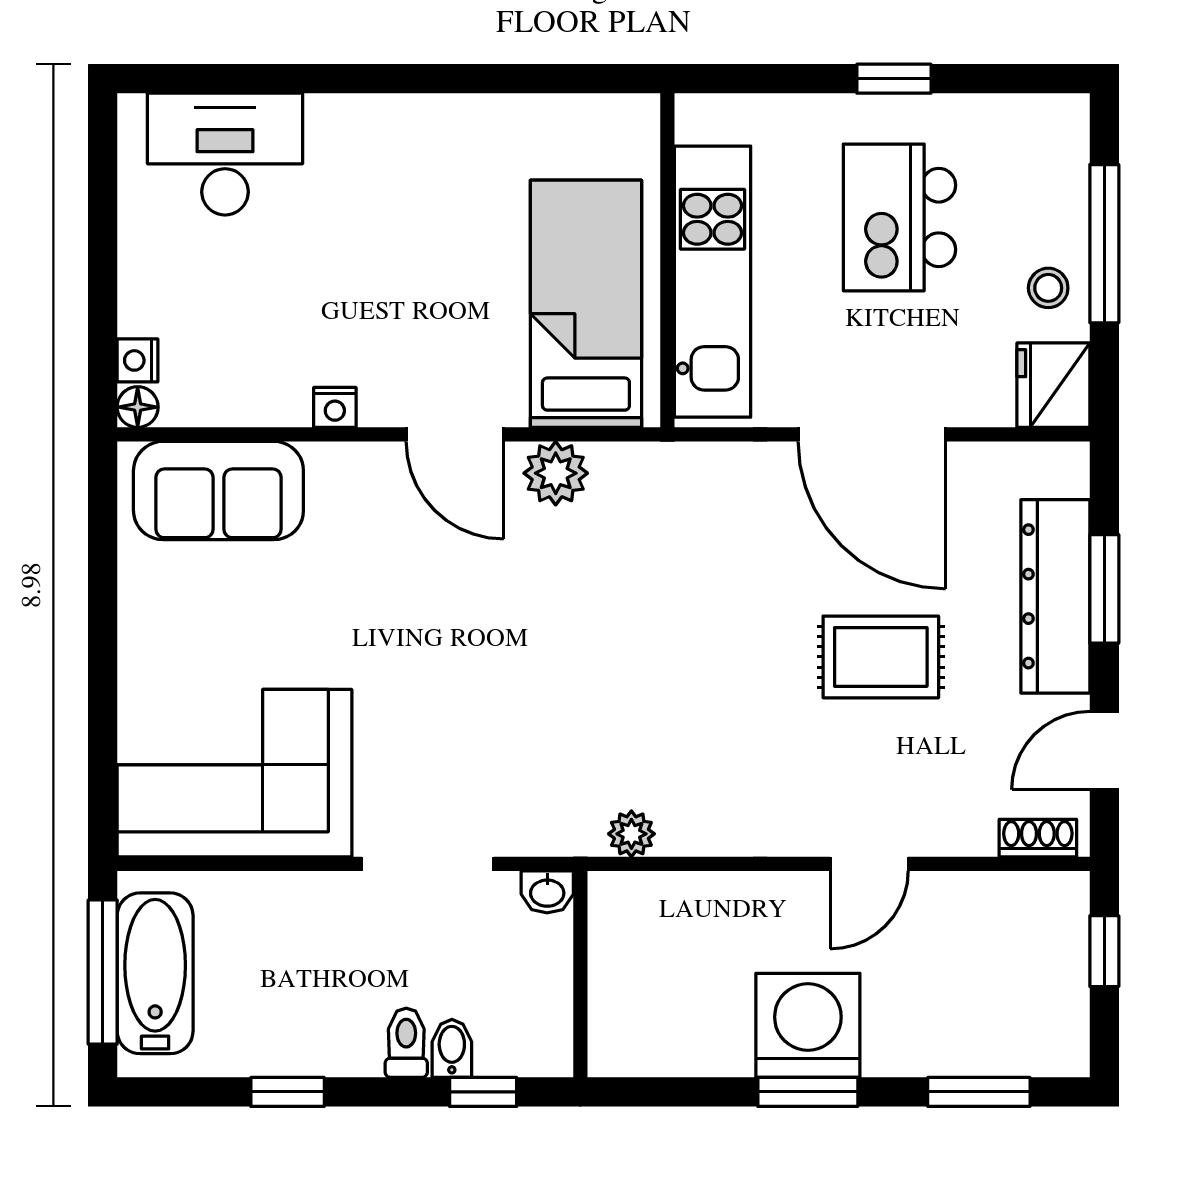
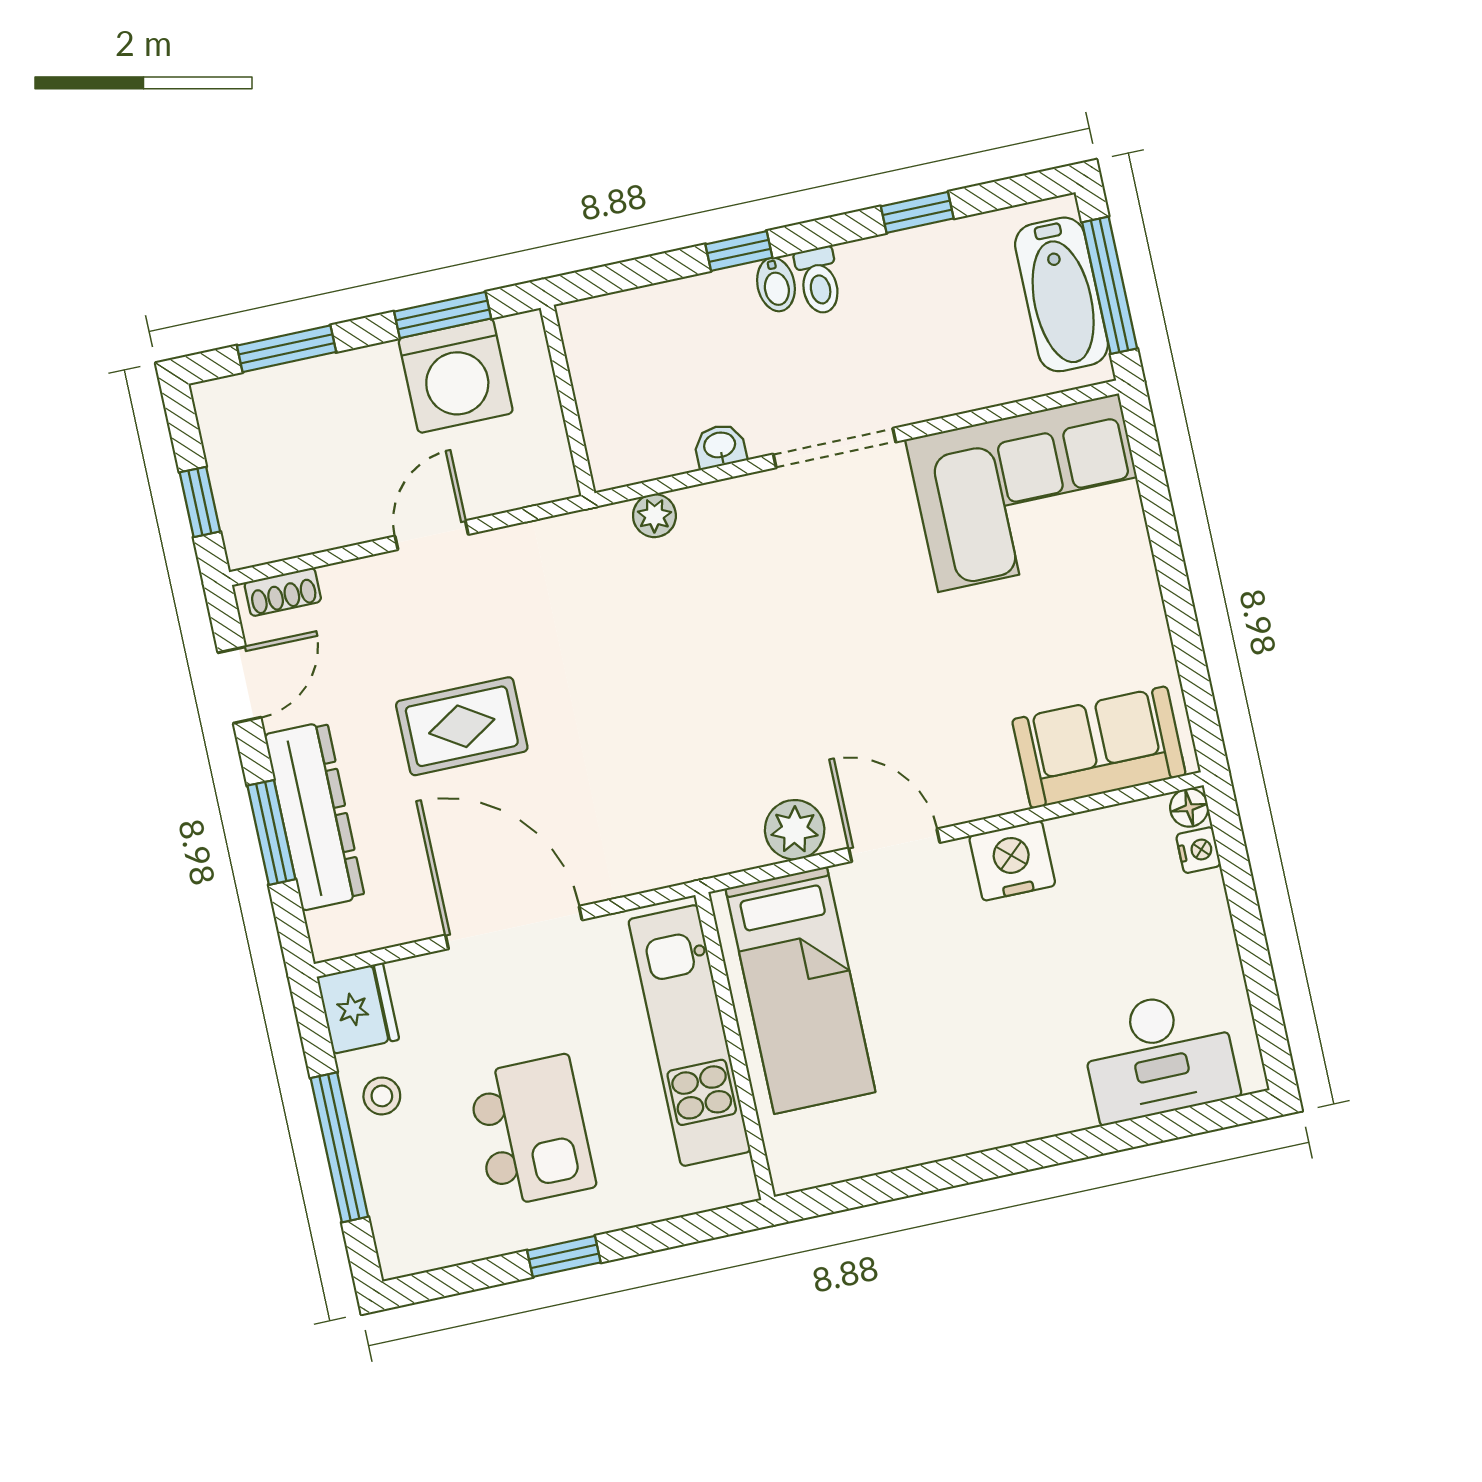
nightstand: (335, 407) -> (1012, 861), width x1.89, depth x1.79
wall: (580, 974) -> (568, 401), moved

